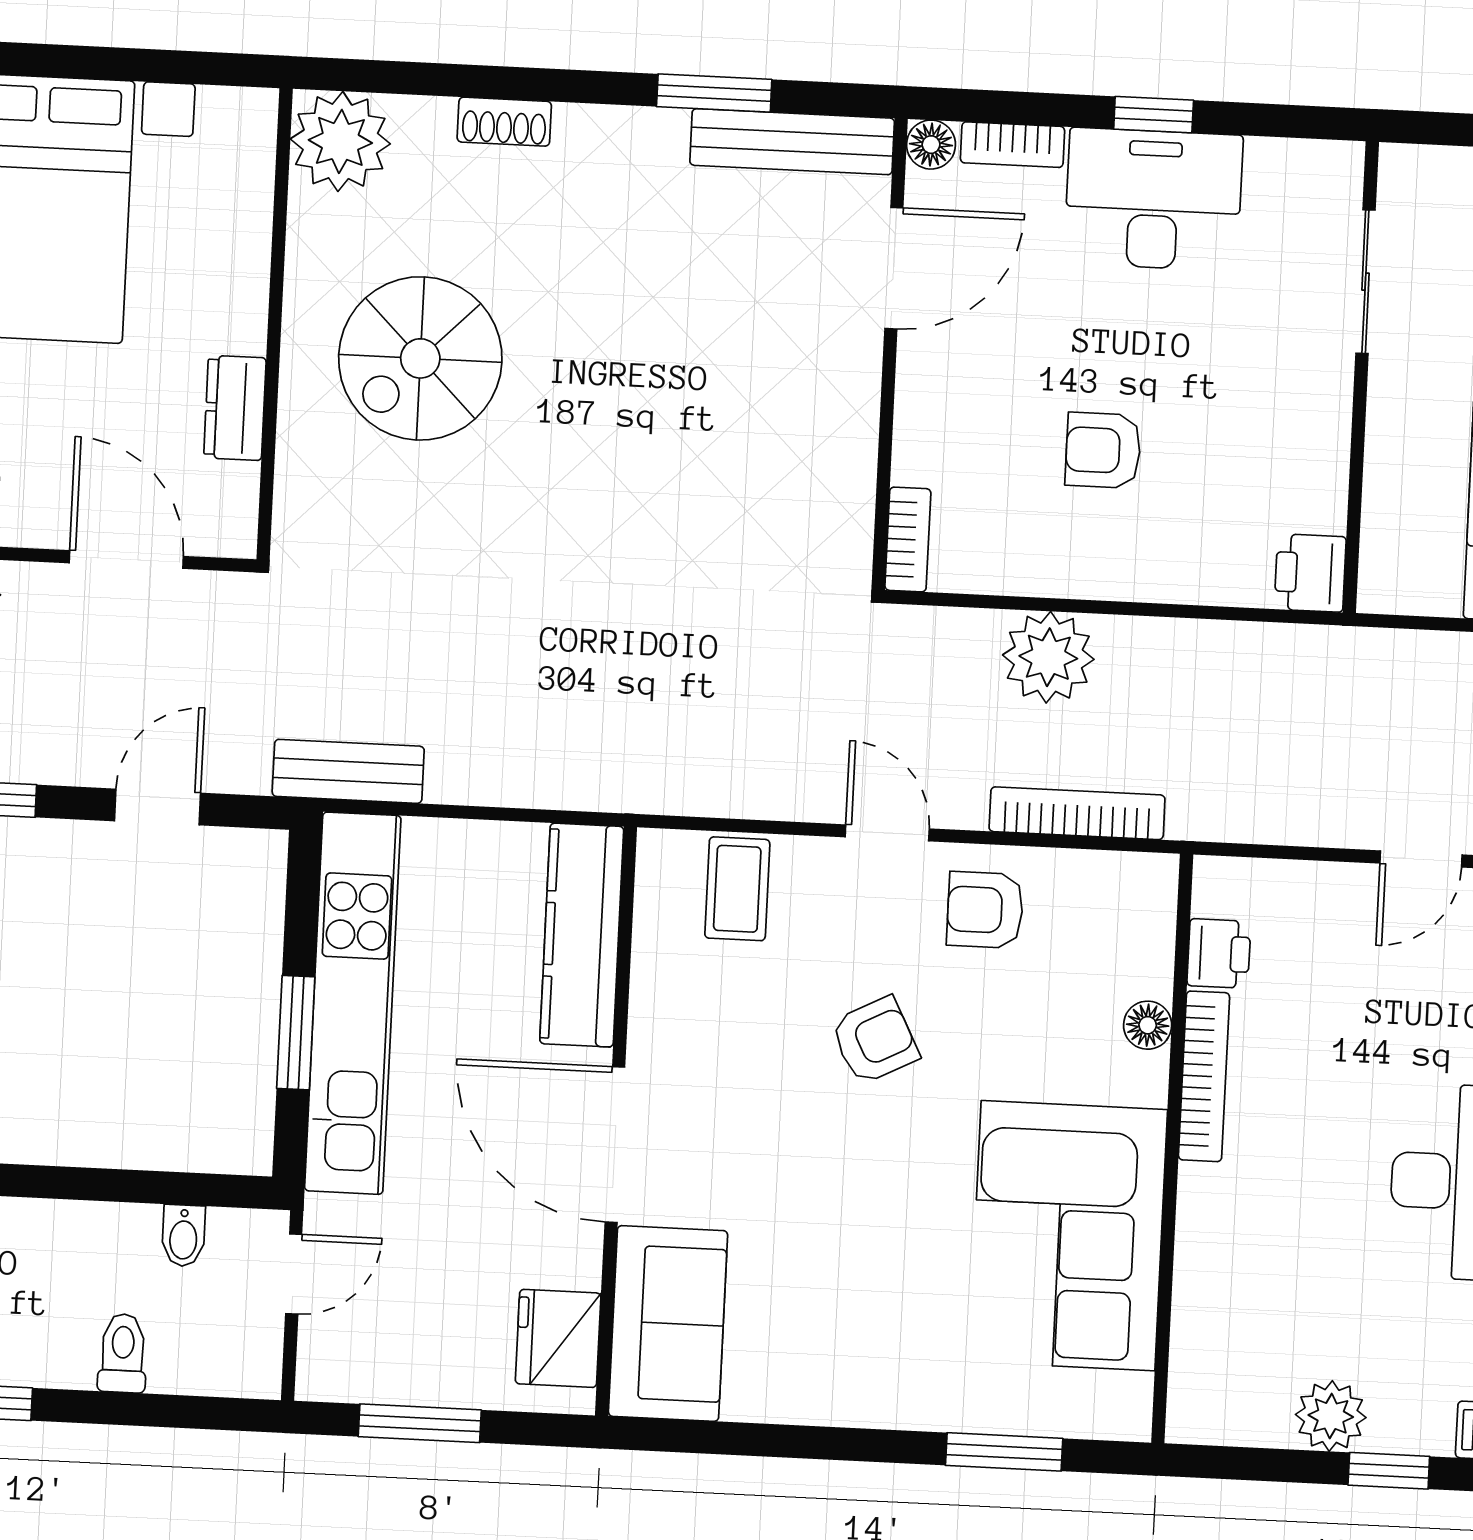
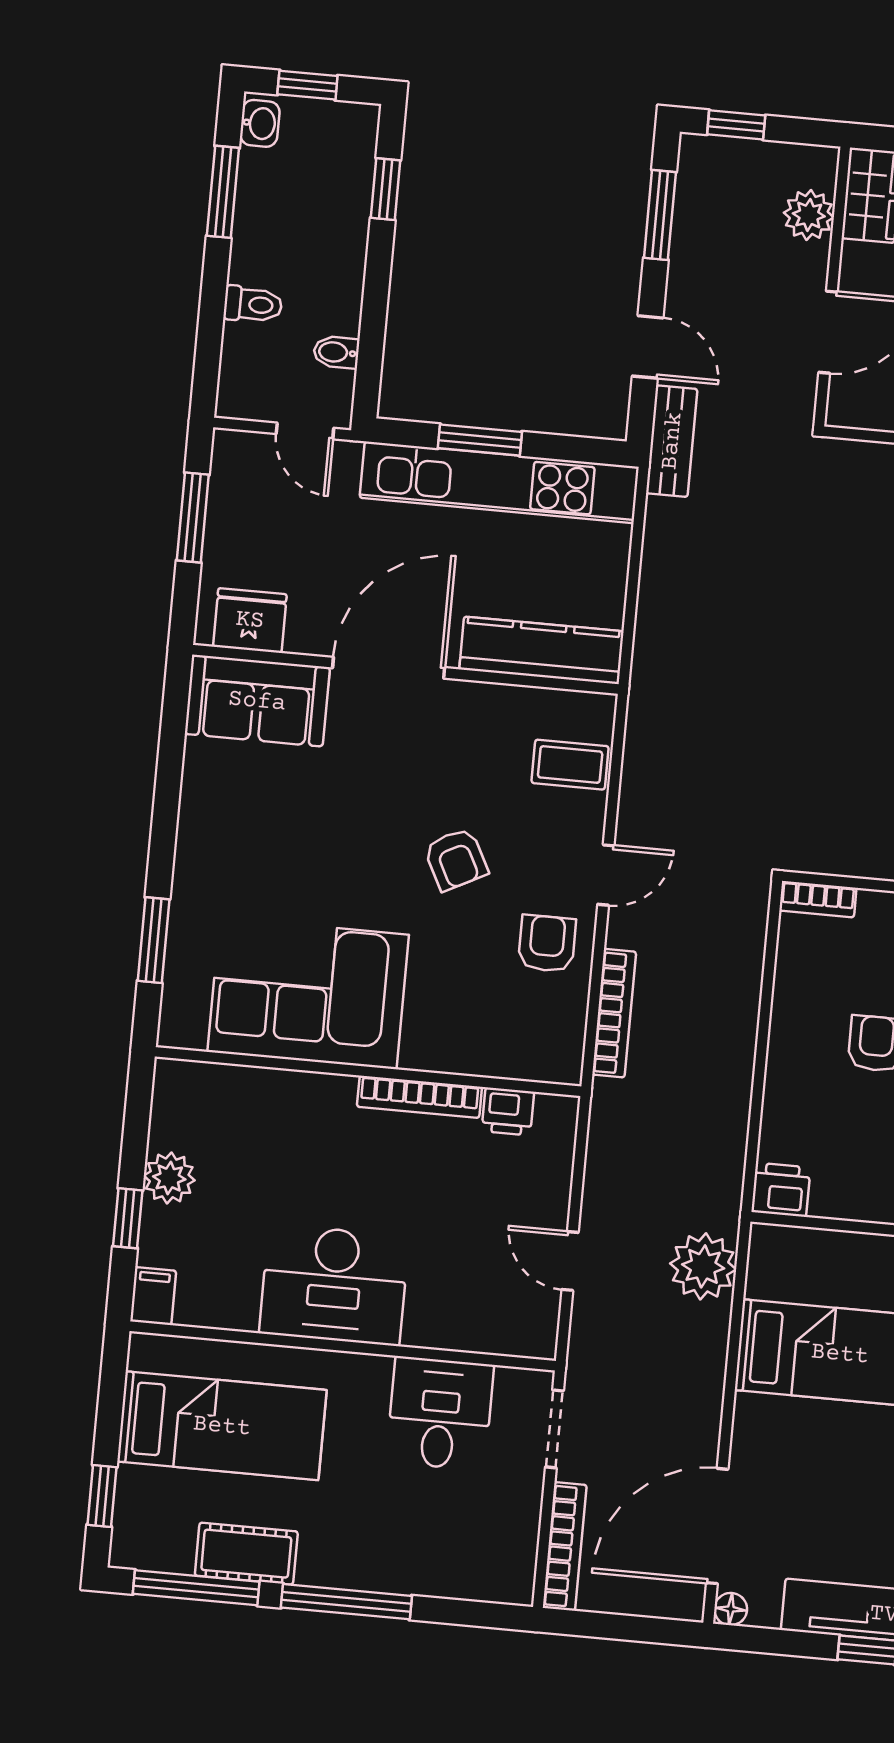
plant: (1048, 657) -> (703, 1266), moved
bench: (348, 771) -> (672, 441), moved
floor lamp: (1148, 1025) -> (458, 1058), removed

